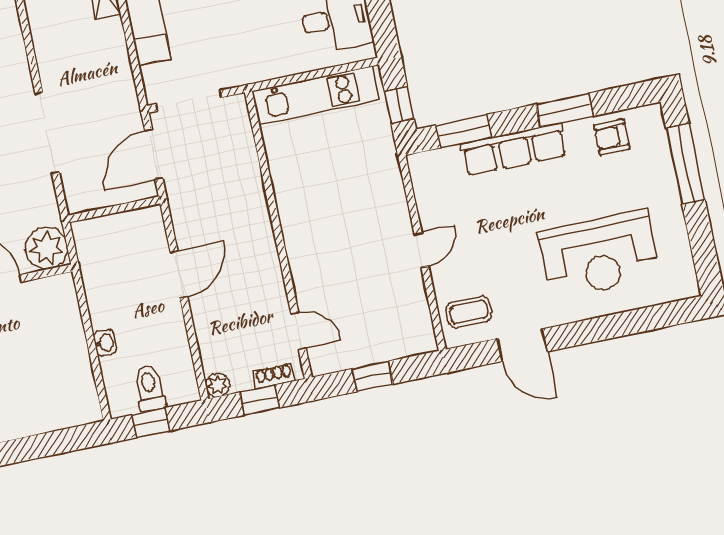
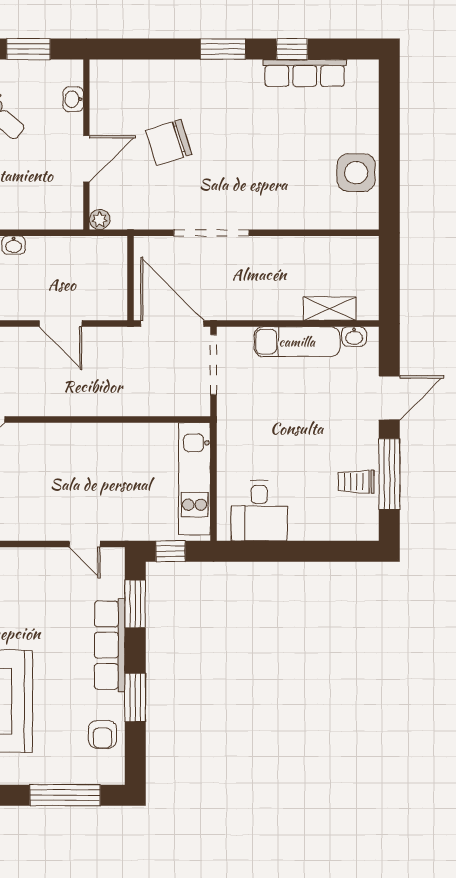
armchair: (612, 137) -> (102, 734), turned 180
door: (154, 154) -> (172, 324), width x1.36
plant: (46, 248) -> (100, 220), width x0.53, depth x0.53
door: (421, 250) -> (85, 544), moved

